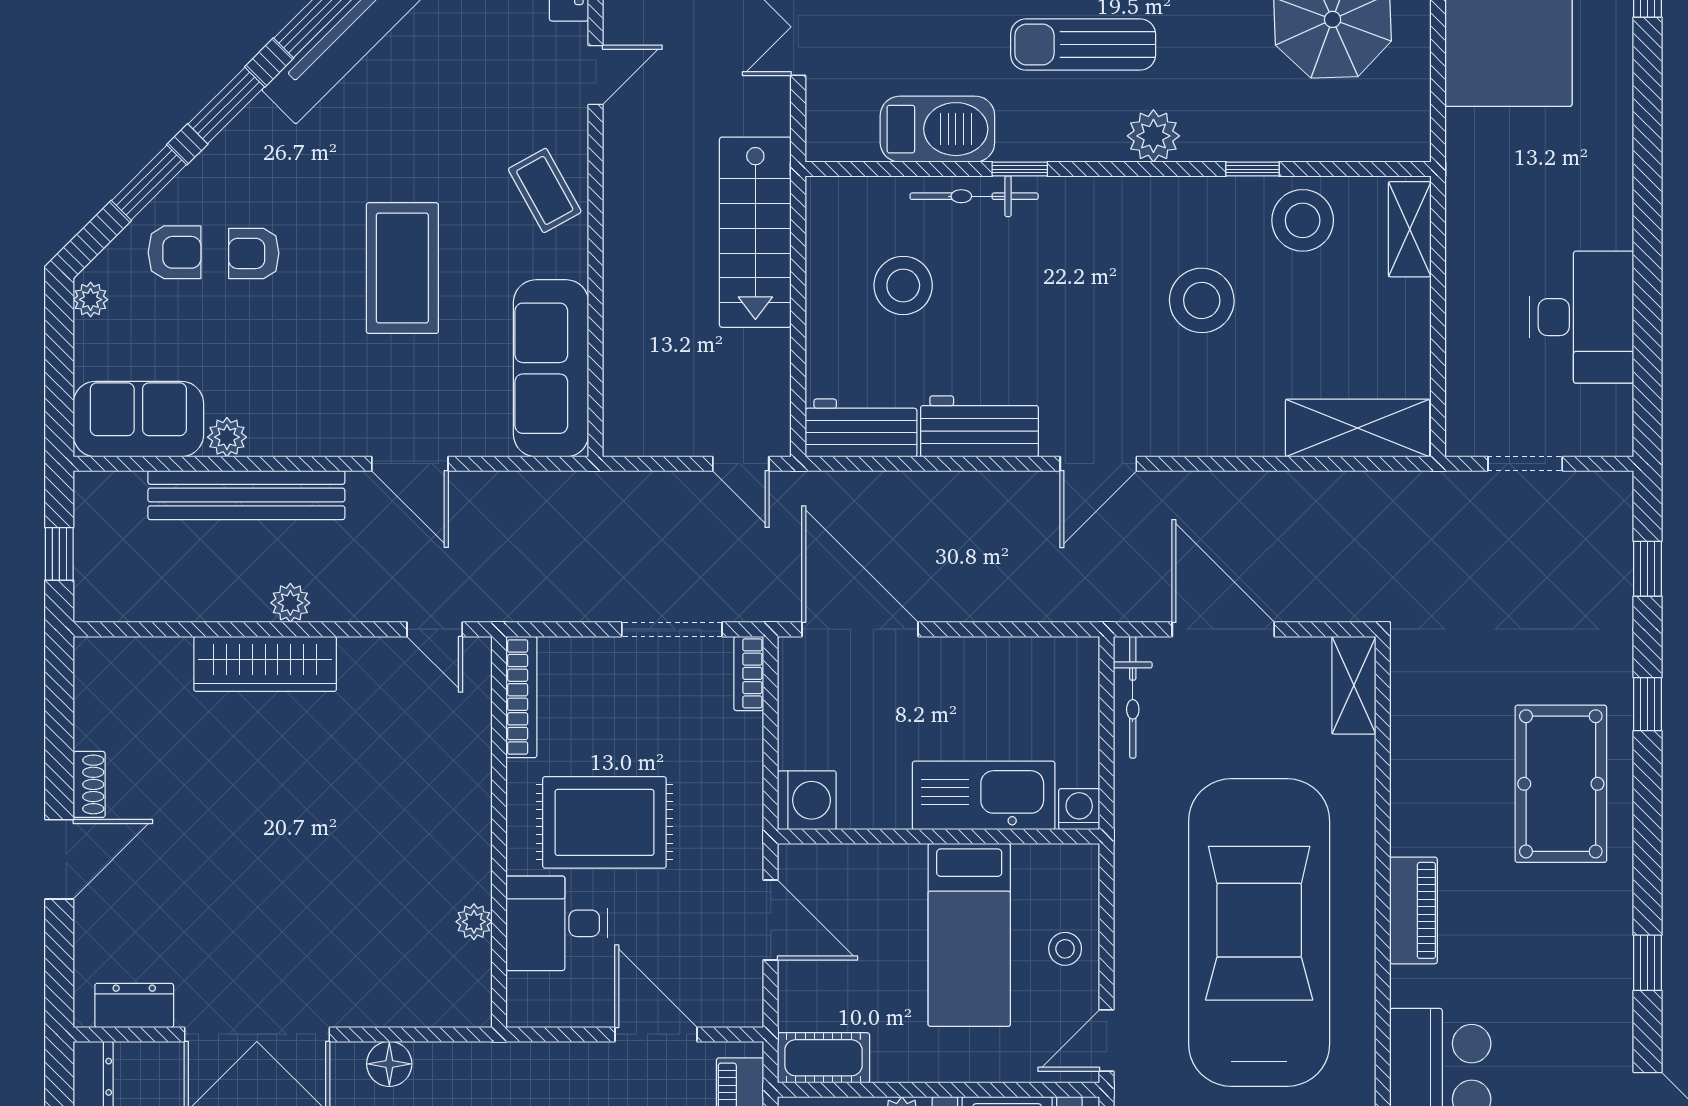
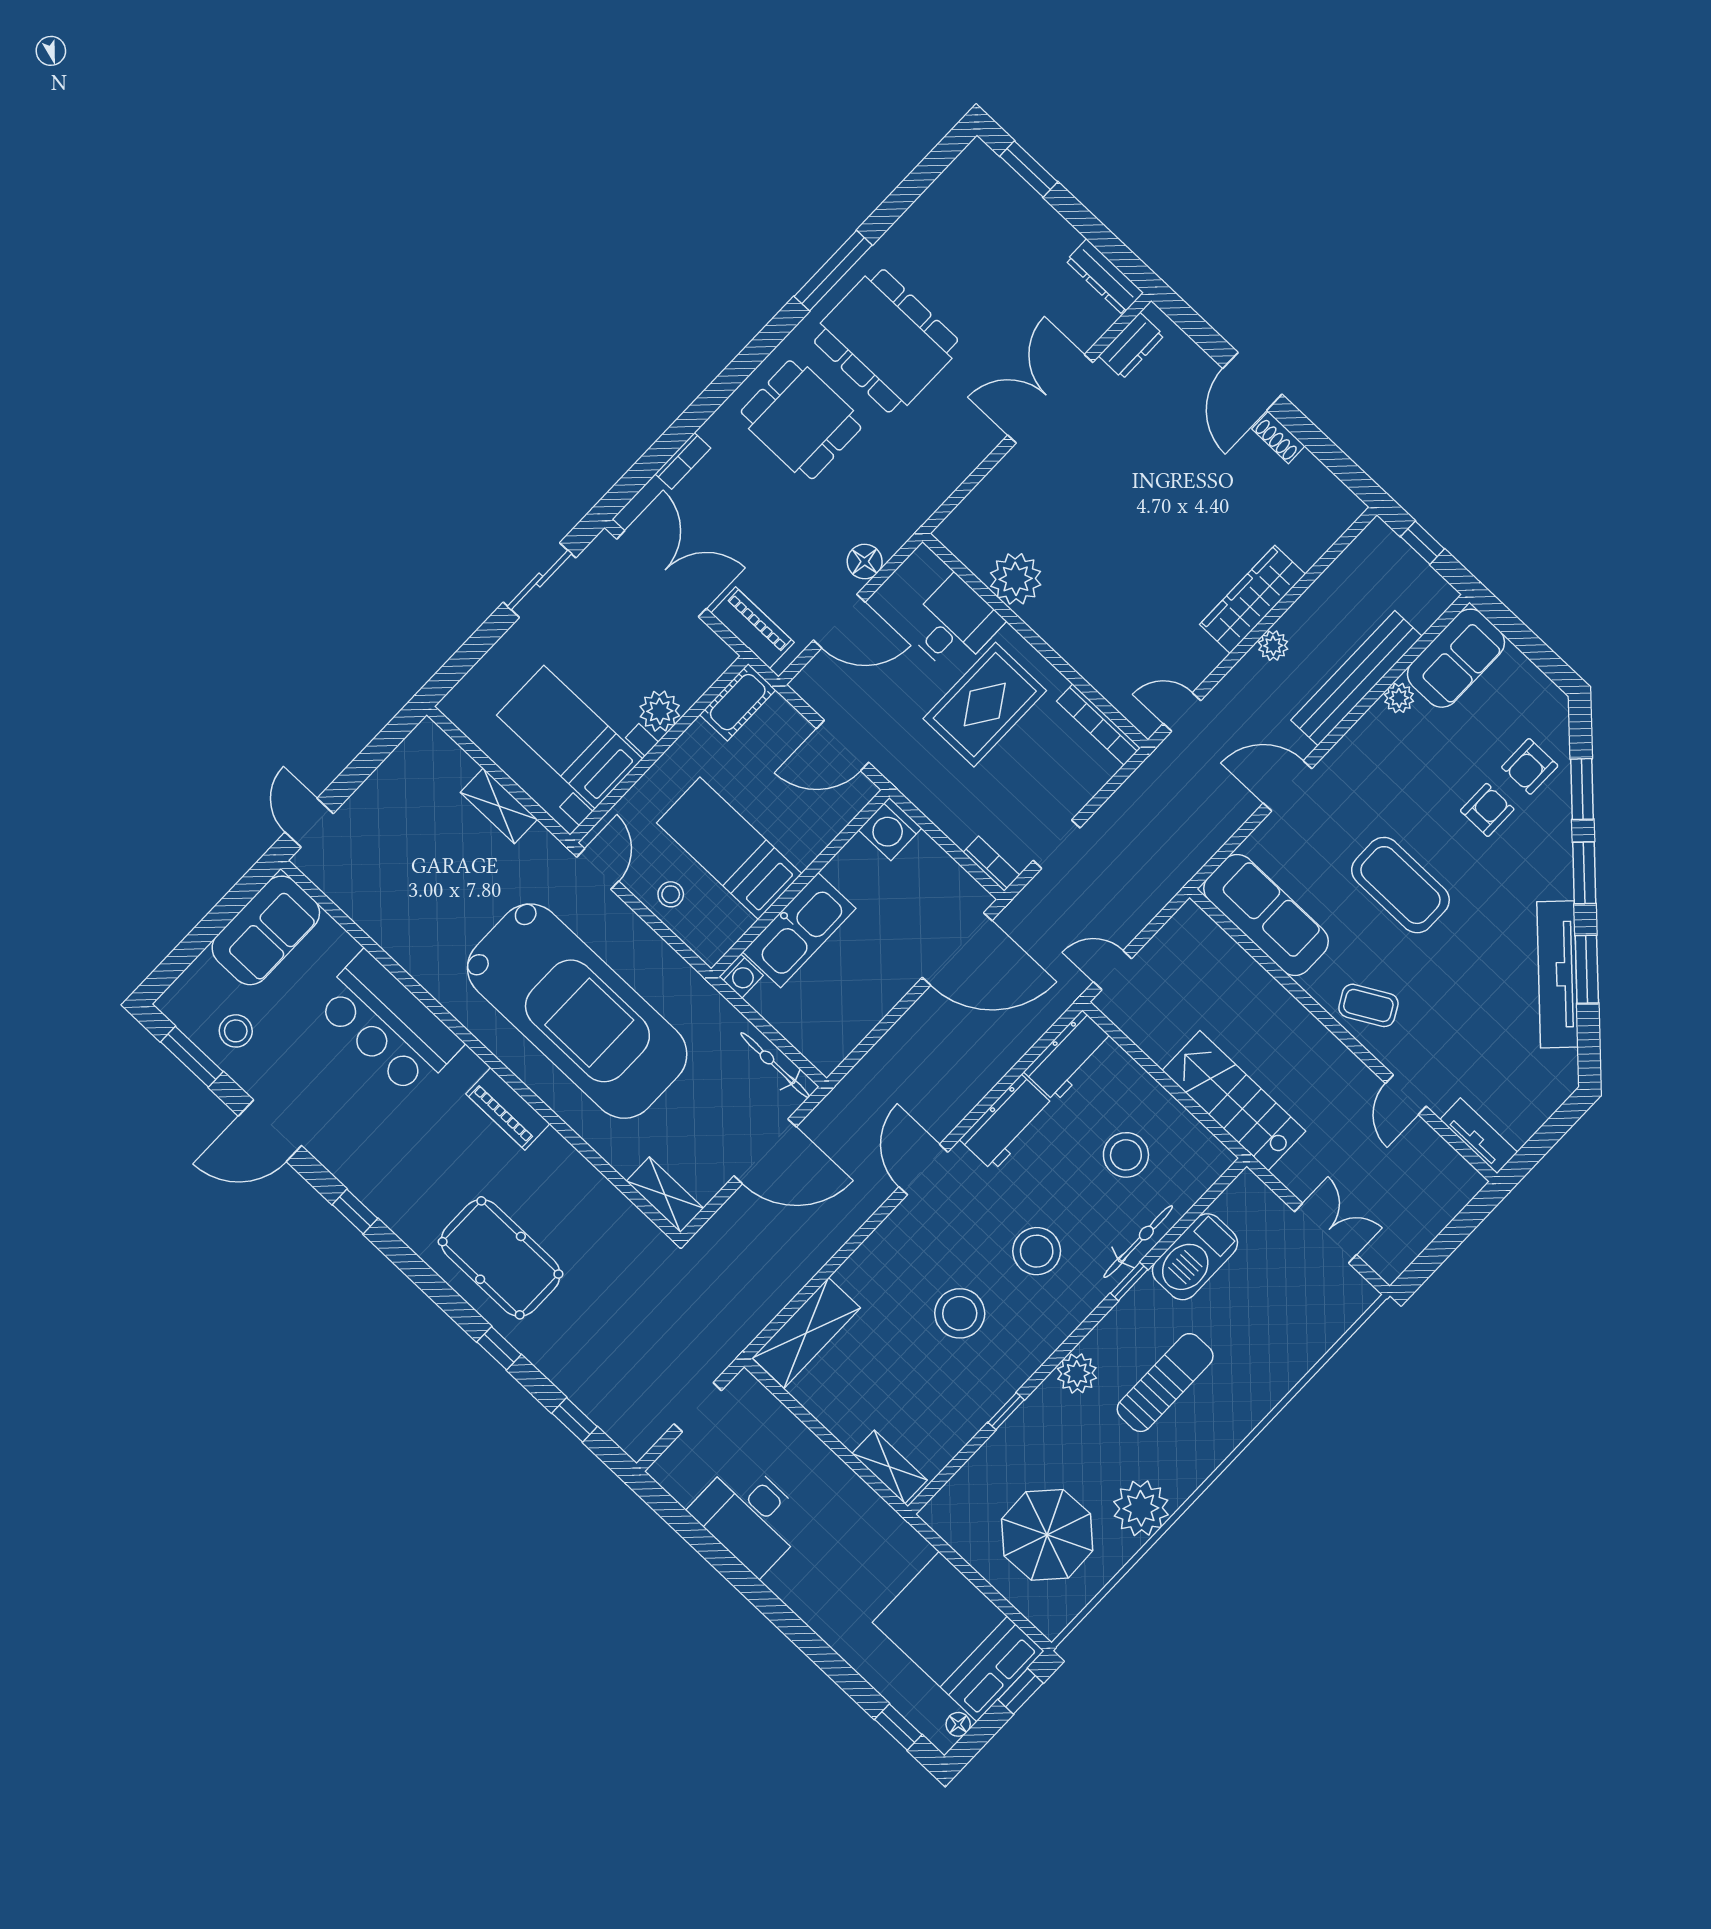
stool: (1303, 220) -> (1037, 1251), moved
plant: (91, 300) -> (1548, 695), removed
doorway: (672, 629) -> (1057, 844), width x0.73
plant: (474, 922) -> (1016, 579), width x1.88, depth x1.88
floor lamp: (389, 1064) -> (865, 562), moved

